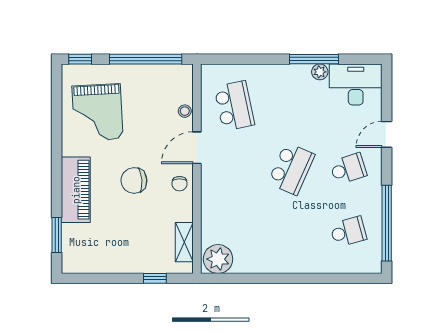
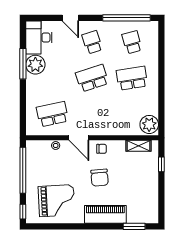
plant: (320, 72) -> (35, 65), width x1.88, depth x1.88
school desk: (291, 169) -> (92, 78), turned -42
school desk: (291, 232) -> (132, 78), added

